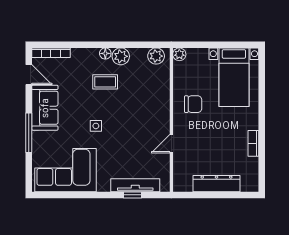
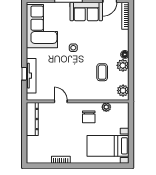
plant: (179, 54) -> (106, 107), moved
coffee table: (105, 82) -> (102, 72), moved
dresser: (216, 184) -> (32, 119), moved

